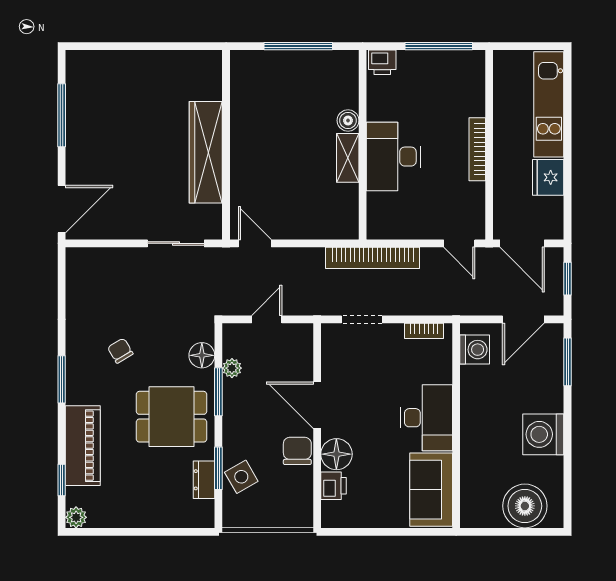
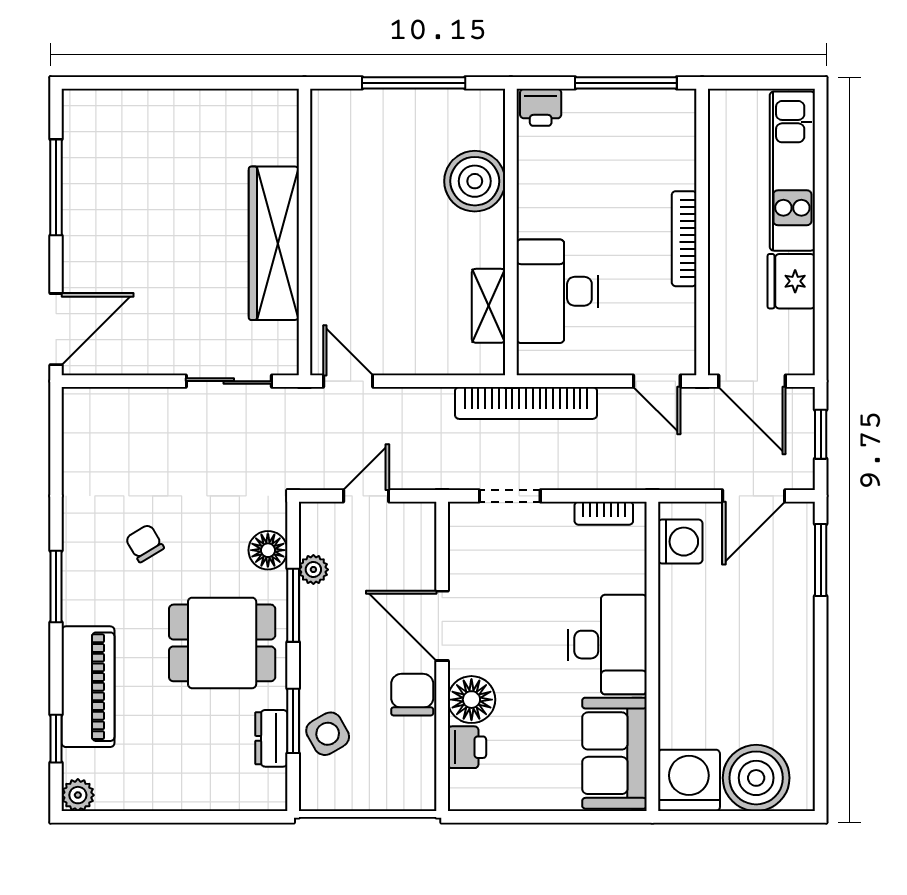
boiler: (348, 120) -> (475, 181), width x1.86, depth x1.86
desk: (393, 157) -> (557, 291), moved
shelving: (348, 158) -> (489, 306), moved
washing machine: (543, 434) -> (689, 780), moved, turned 90

